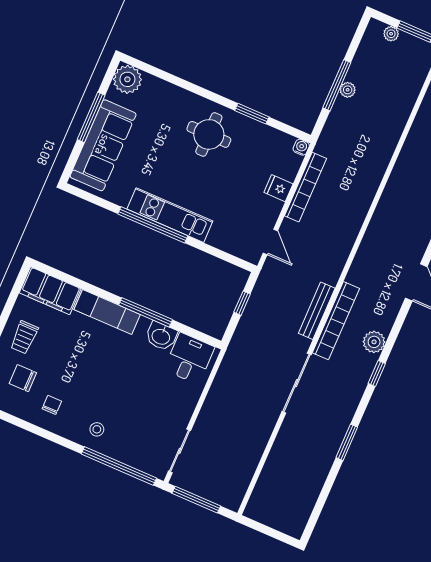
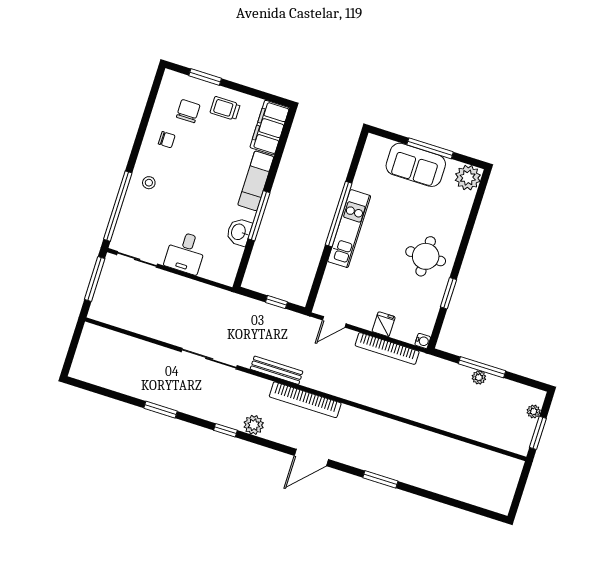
sofa: (103, 145) -> (416, 165), width x0.73
bookcase: (336, 321) -> (305, 400), moved
desk: (189, 358) -> (185, 253), moved, turned 90

